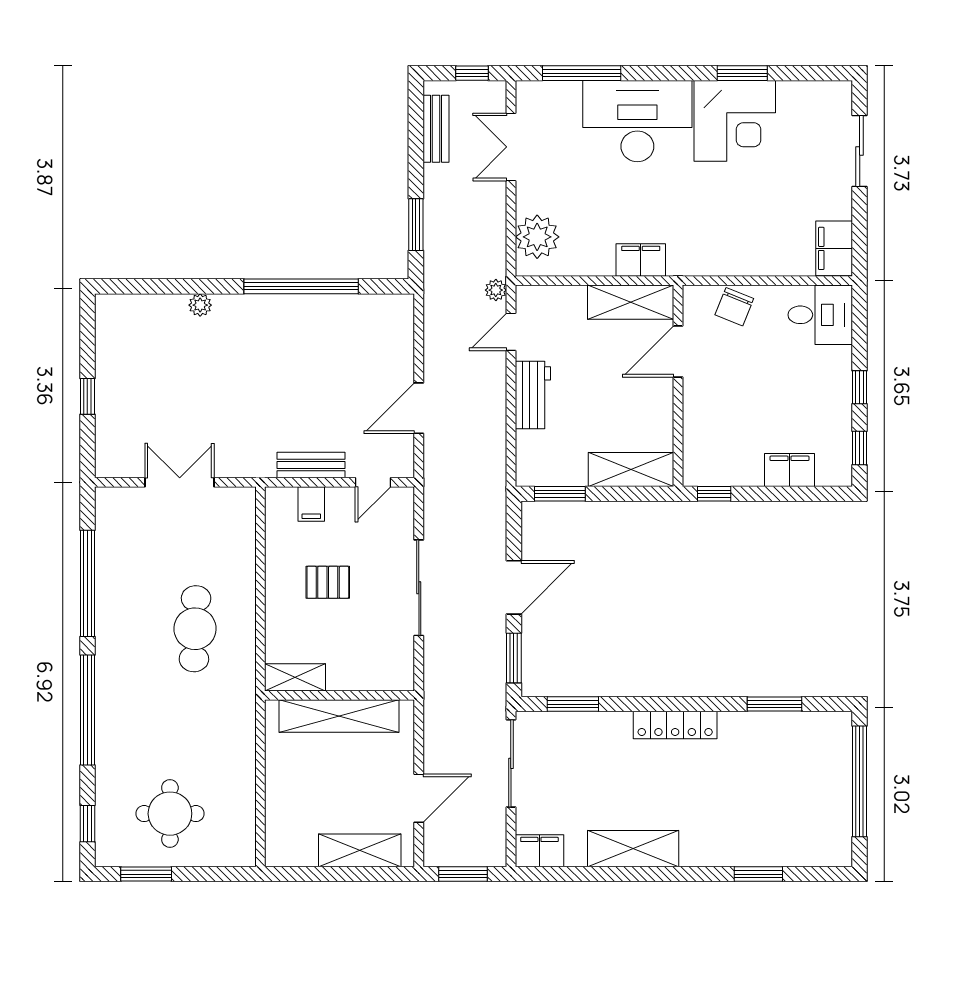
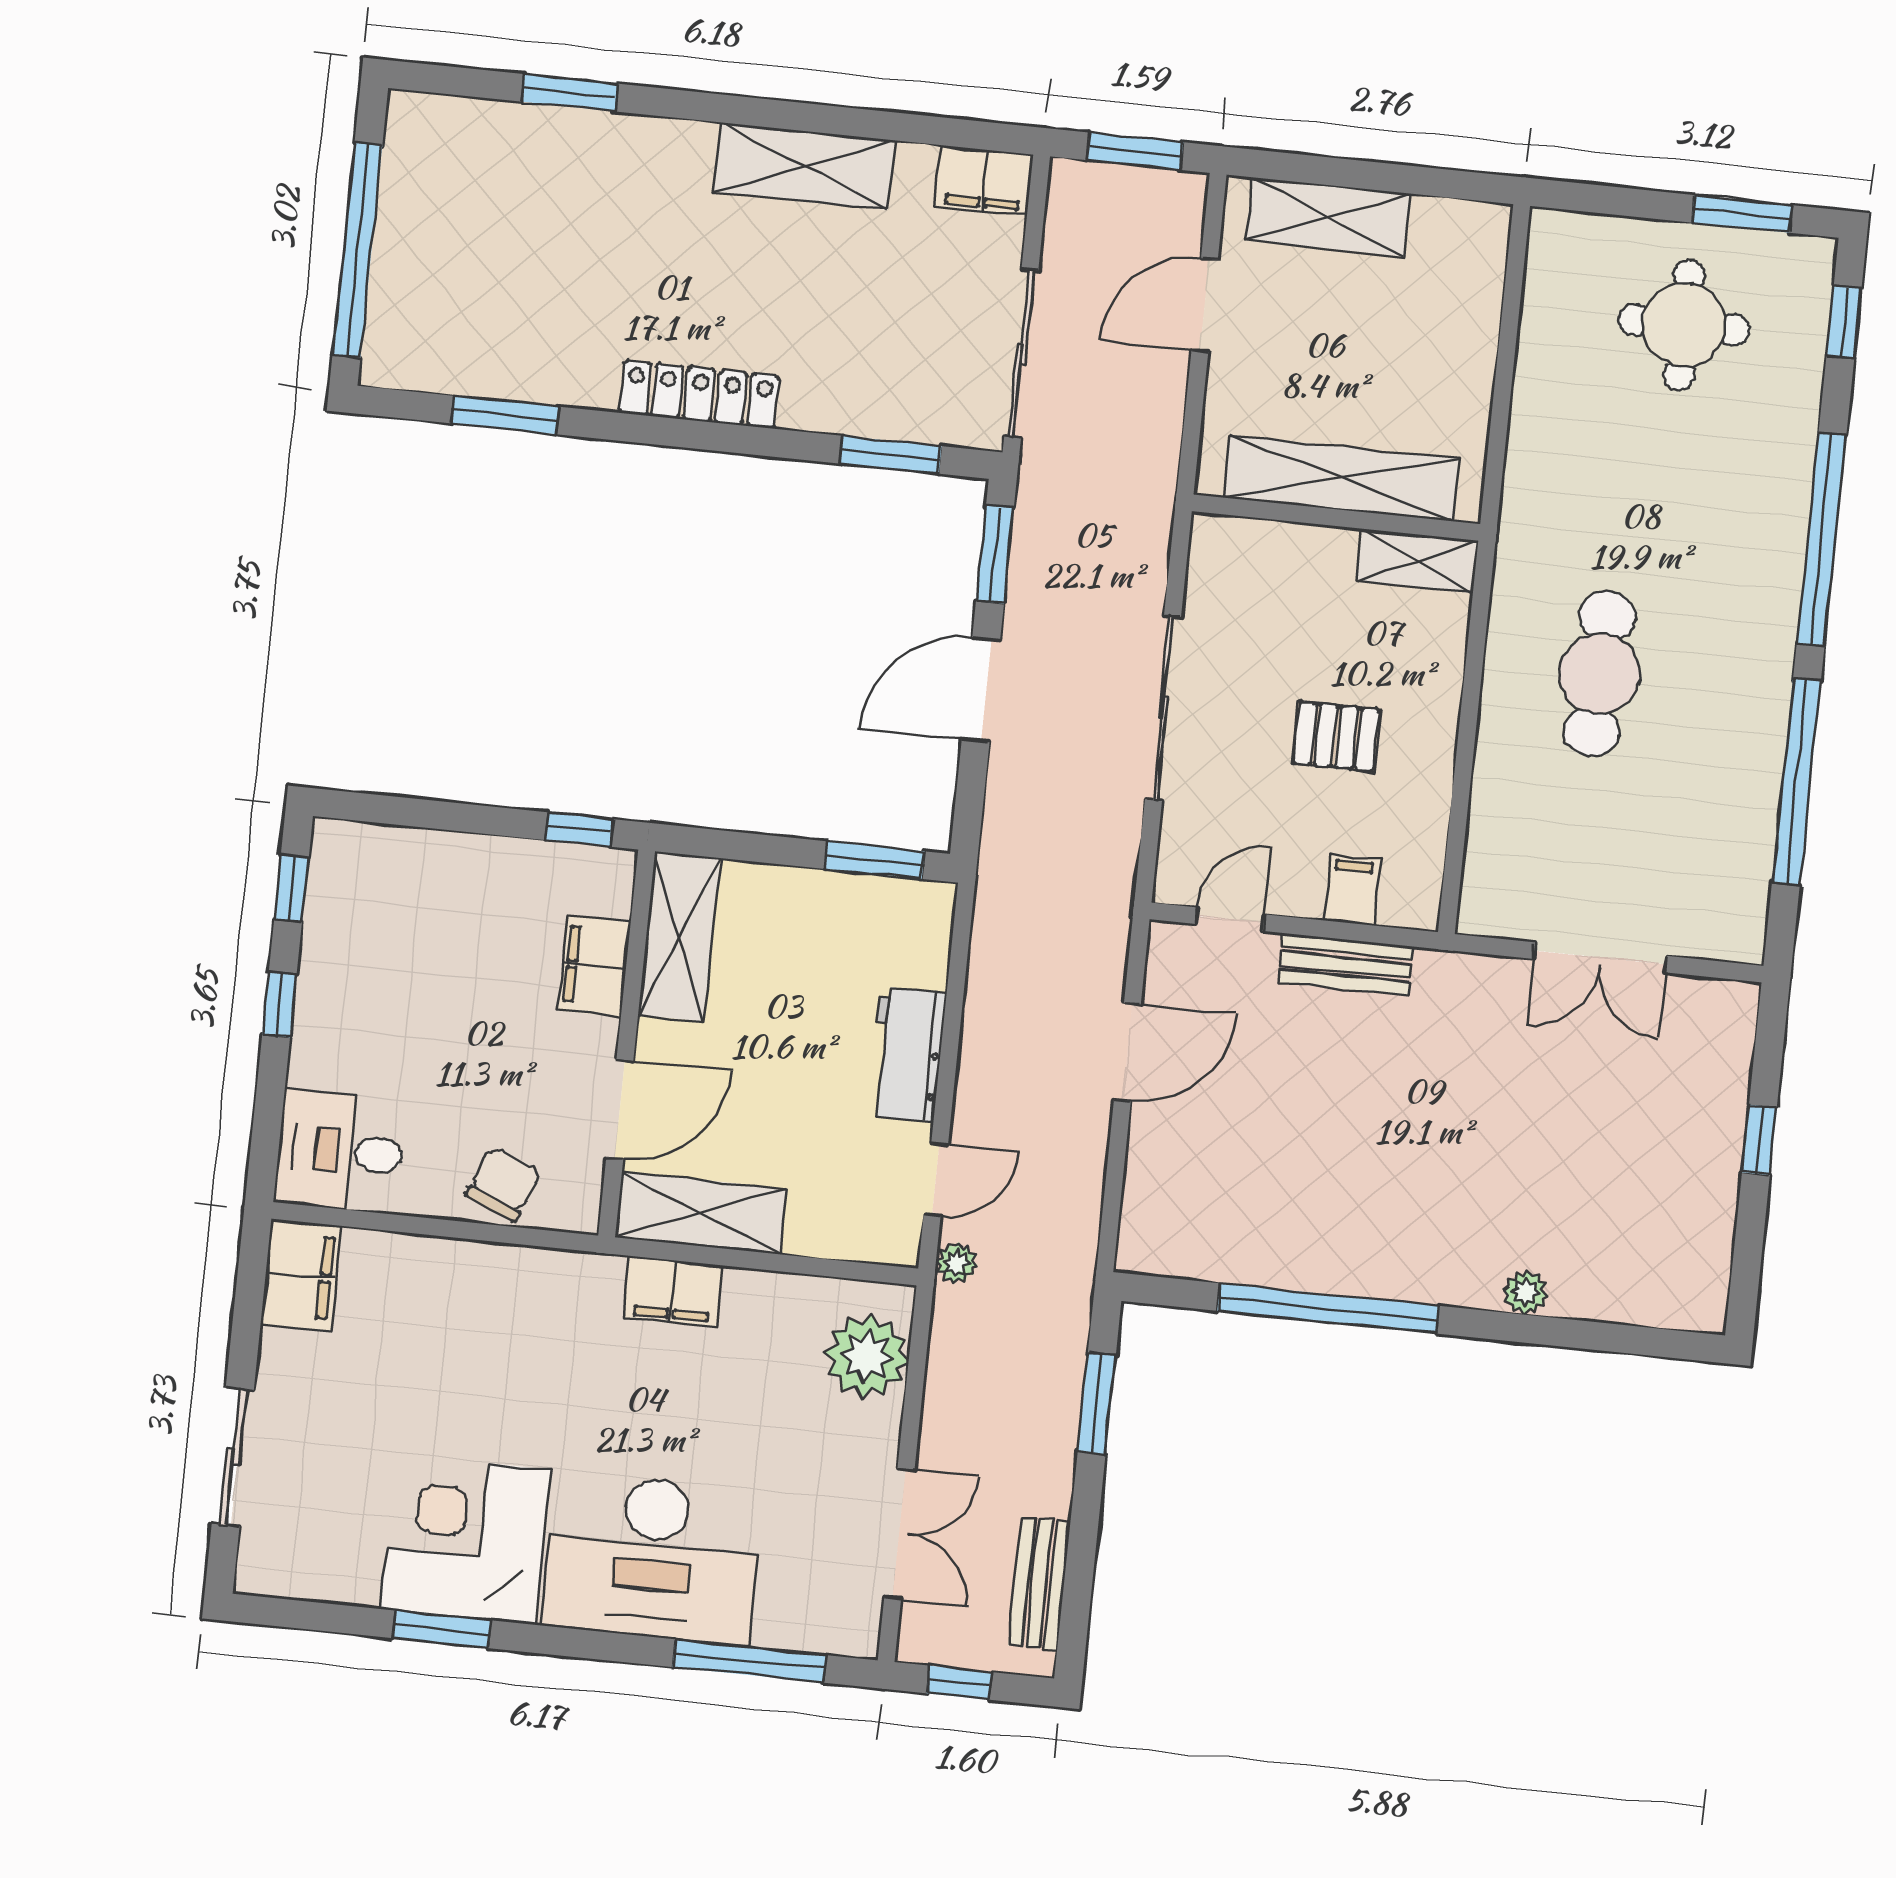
shelving: (631, 469) -> (679, 936), moved, turned 90
filing cabinet: (790, 470) -> (594, 966), moved, turned 90

